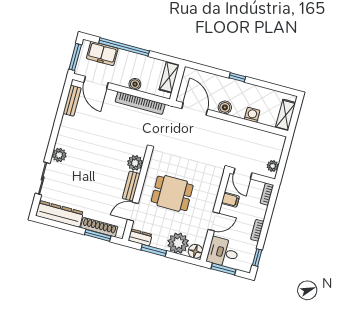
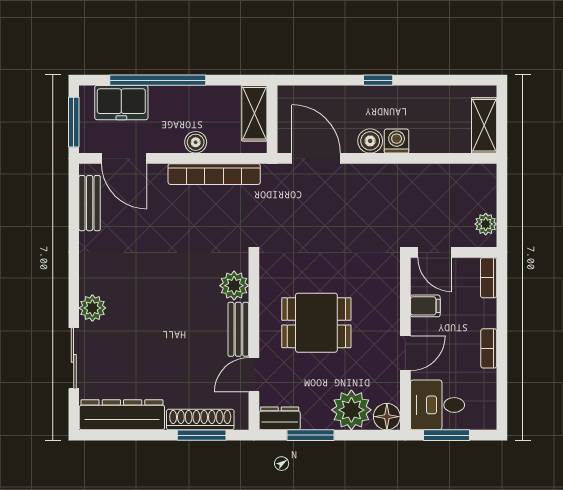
washing machine: (252, 115) -> (397, 141), moved
window: (257, 258) -> (502, 398), removed

